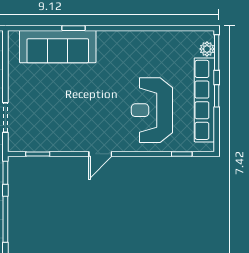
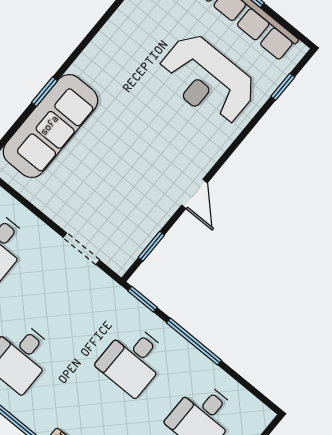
door: (100, 154) -> (194, 194), moved

